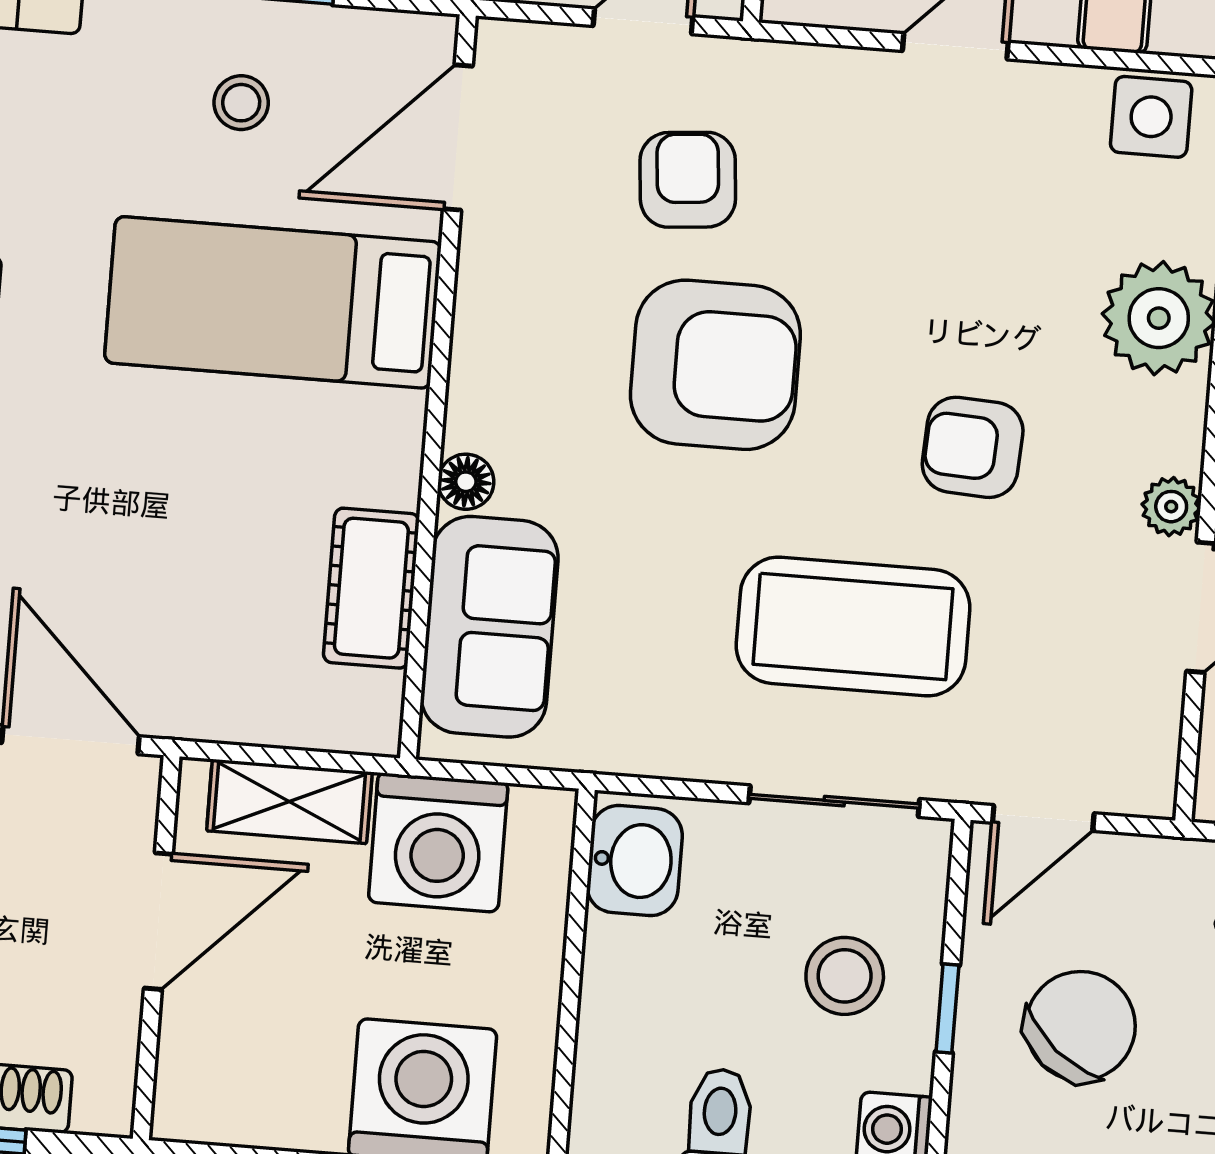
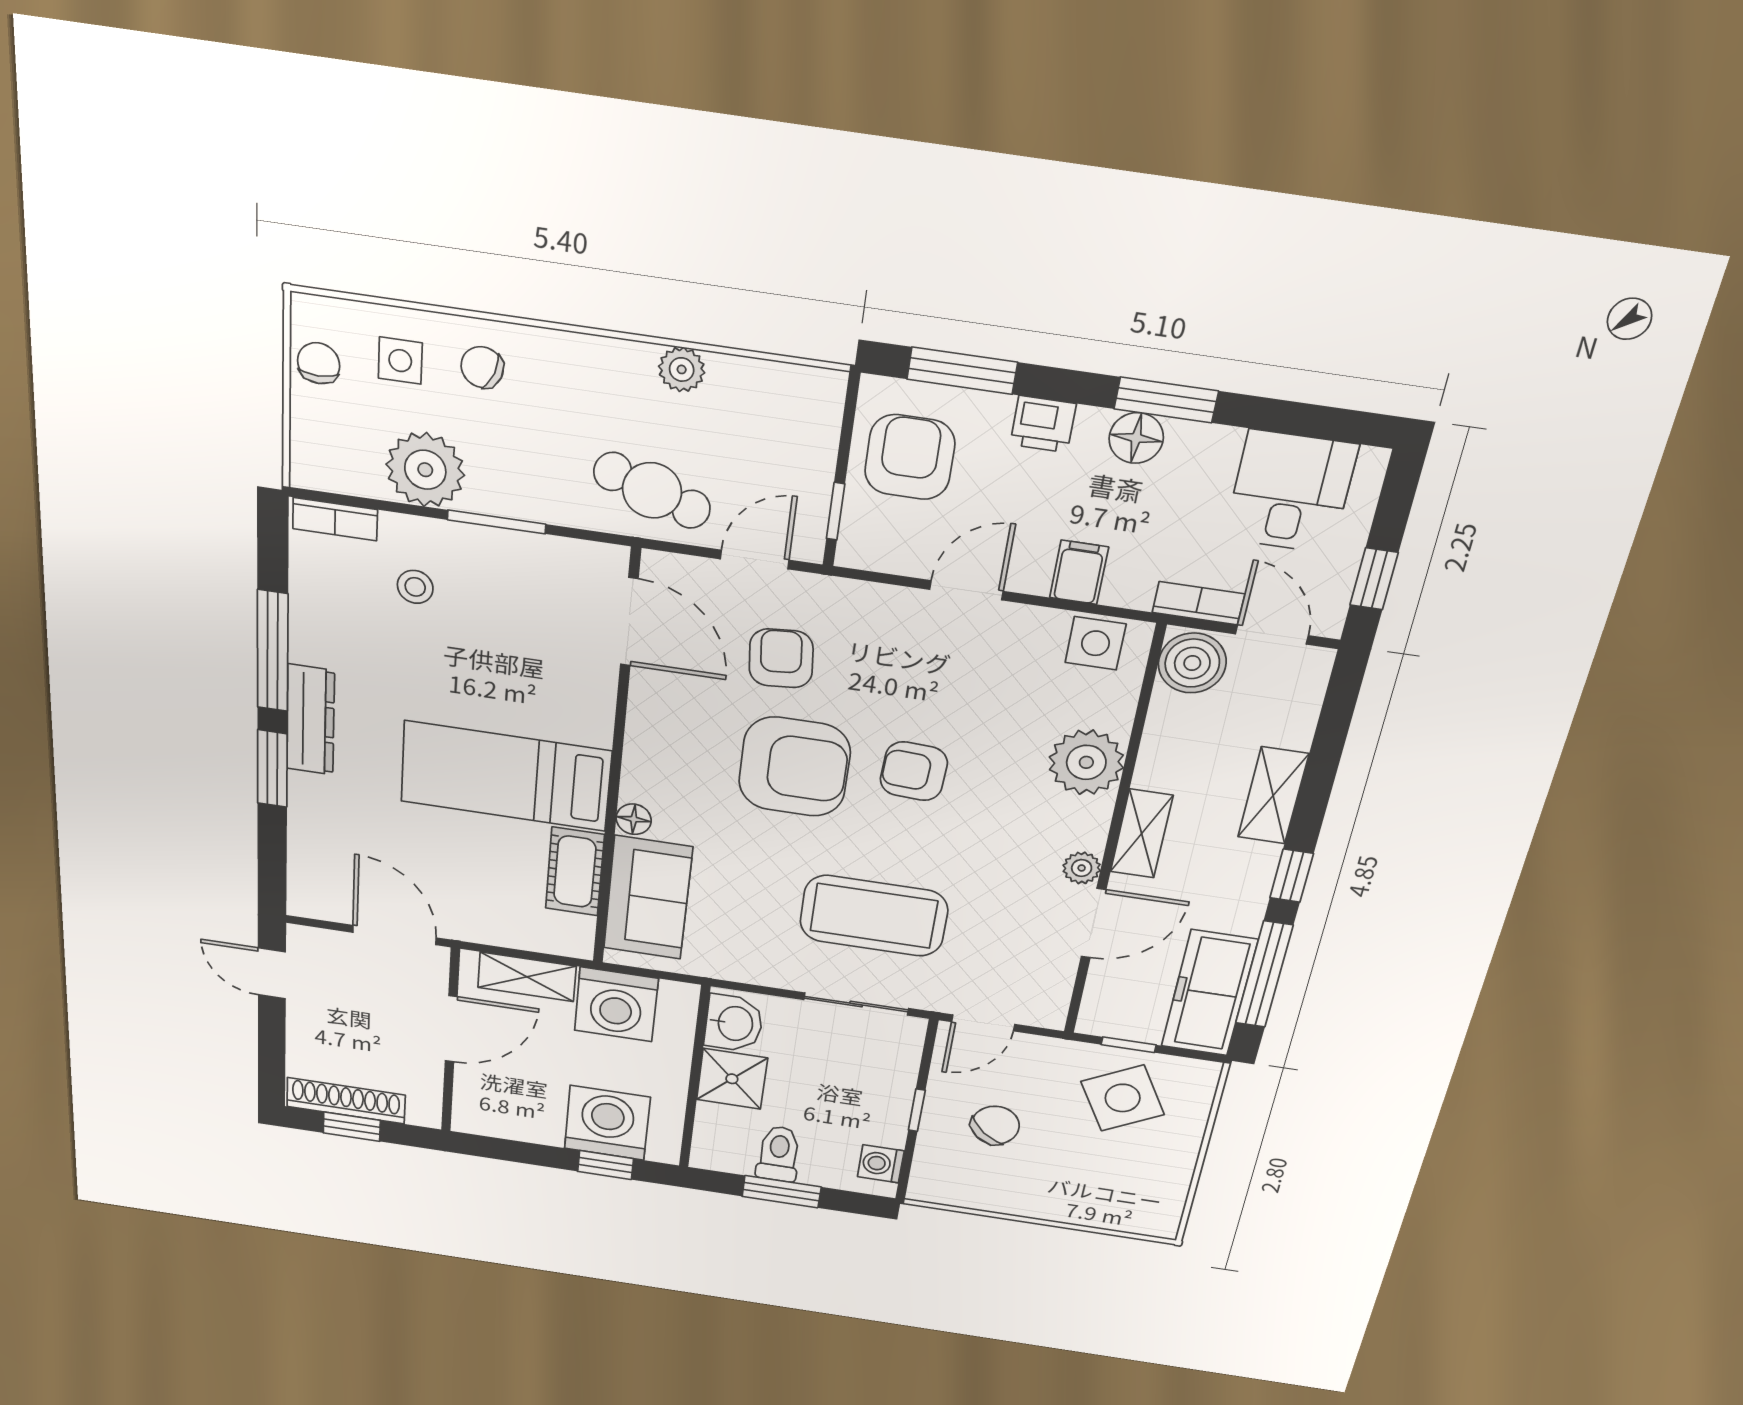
stool: (241, 103) -> (415, 587), moved
door: (458, 138) -> (629, 622), swing flipped
bed: (273, 302) -> (506, 776), moved
armchair: (973, 447) -> (914, 771), moved
shower: (634, 976) -> (732, 1079), added
stool: (845, 976) -> (857, 1090), removed
chair: (1081, 1026) -> (995, 1125), width x0.73, depth x0.73

